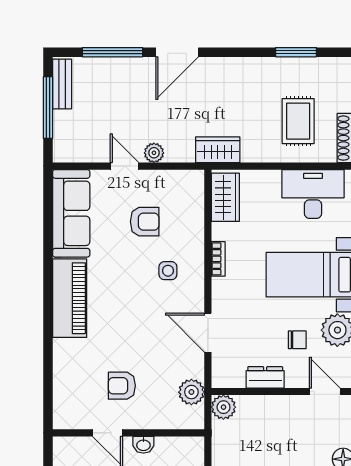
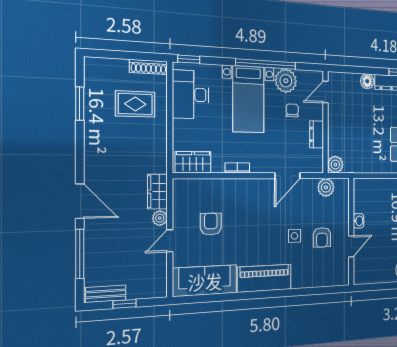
window: (48, 108) -> (125, 304), width x0.46
wardrobe: (218, 150) -> (157, 192), moved
side table: (168, 271) -> (295, 236), moved

